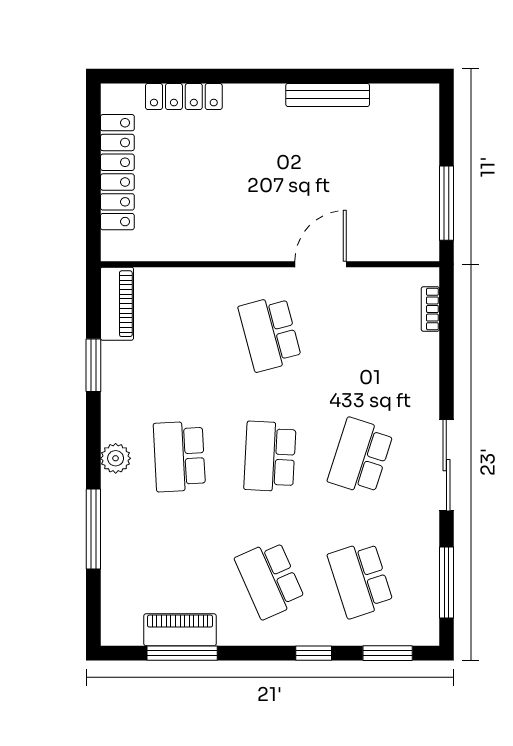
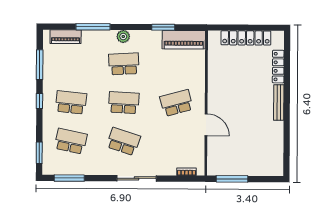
bench: (328, 95) -> (279, 103), moved
piano: (117, 304) -> (184, 40), width x1.37, depth x1.33
sliding door: (446, 465) -> (137, 178), moved
school desk: (270, 579) -> (71, 102), turned 30
school desk: (360, 579) -> (71, 141), turned 30
piano: (180, 630) -> (66, 37), moved, turned 90
window: (314, 653) -> (39, 101), moved

